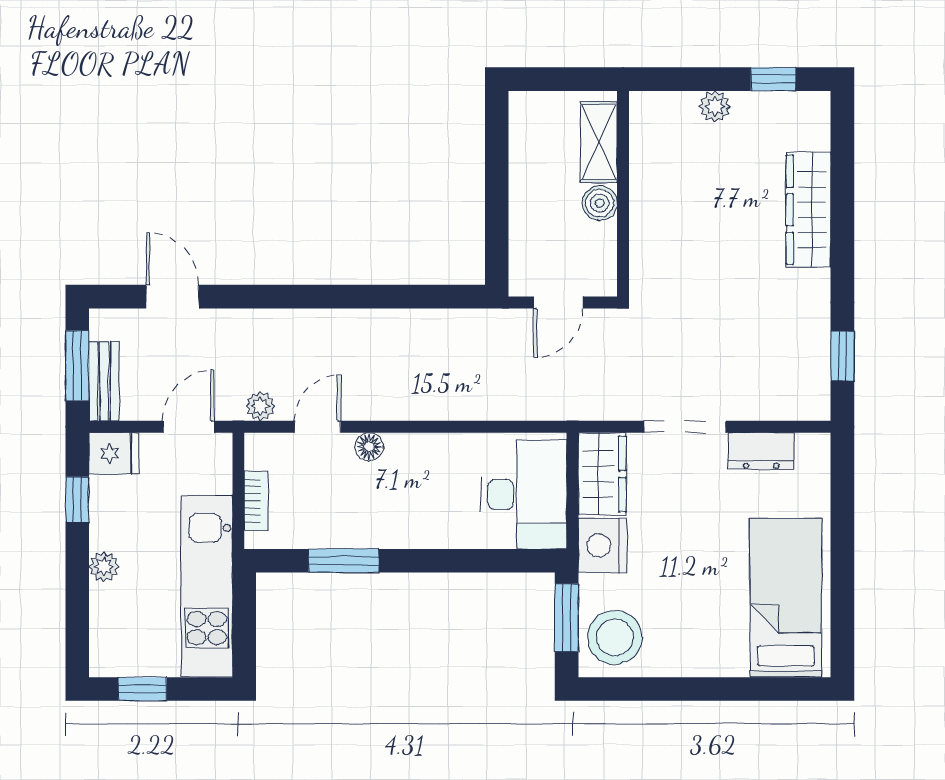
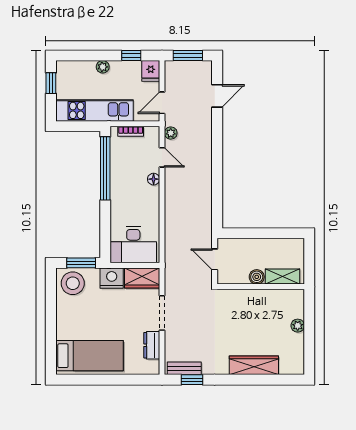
window: (773, 79) -> (309, 350), removed
bench: (104, 381) -> (184, 368), moved
door: (188, 427) -> (162, 103), swing flipped
window: (344, 561) -> (105, 168), width x2.11

